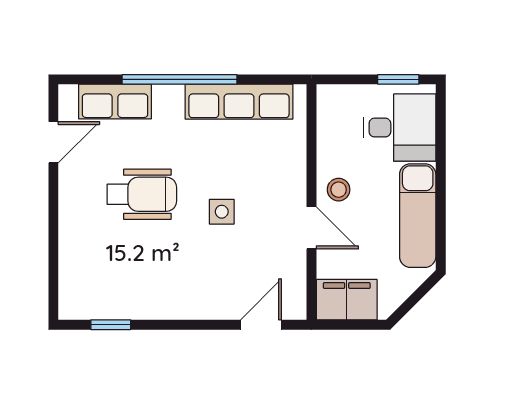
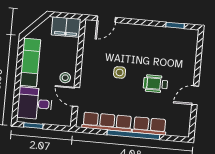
row of seats: (115, 102) -> (150, 126), moved
door: (53, 142) -> (195, 95), moved
wheelchair: (142, 194) -> (155, 84), width x0.73, depth x0.73
door: (312, 228) -> (76, 97), moved

